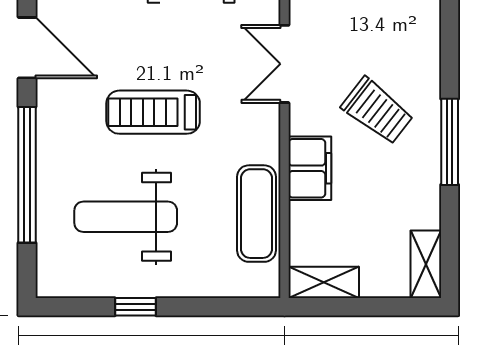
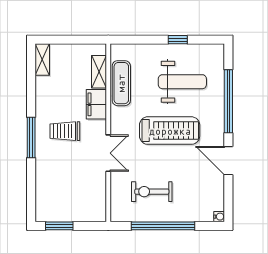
trolley: (377, 111) -> (65, 131), turned -38
treadmill: (153, 112) -> (170, 131), width x1.37, depth x1.38
window: (450, 142) -> (31, 137), moved
shelving: (324, 282) -> (99, 72), moved, turned 90

